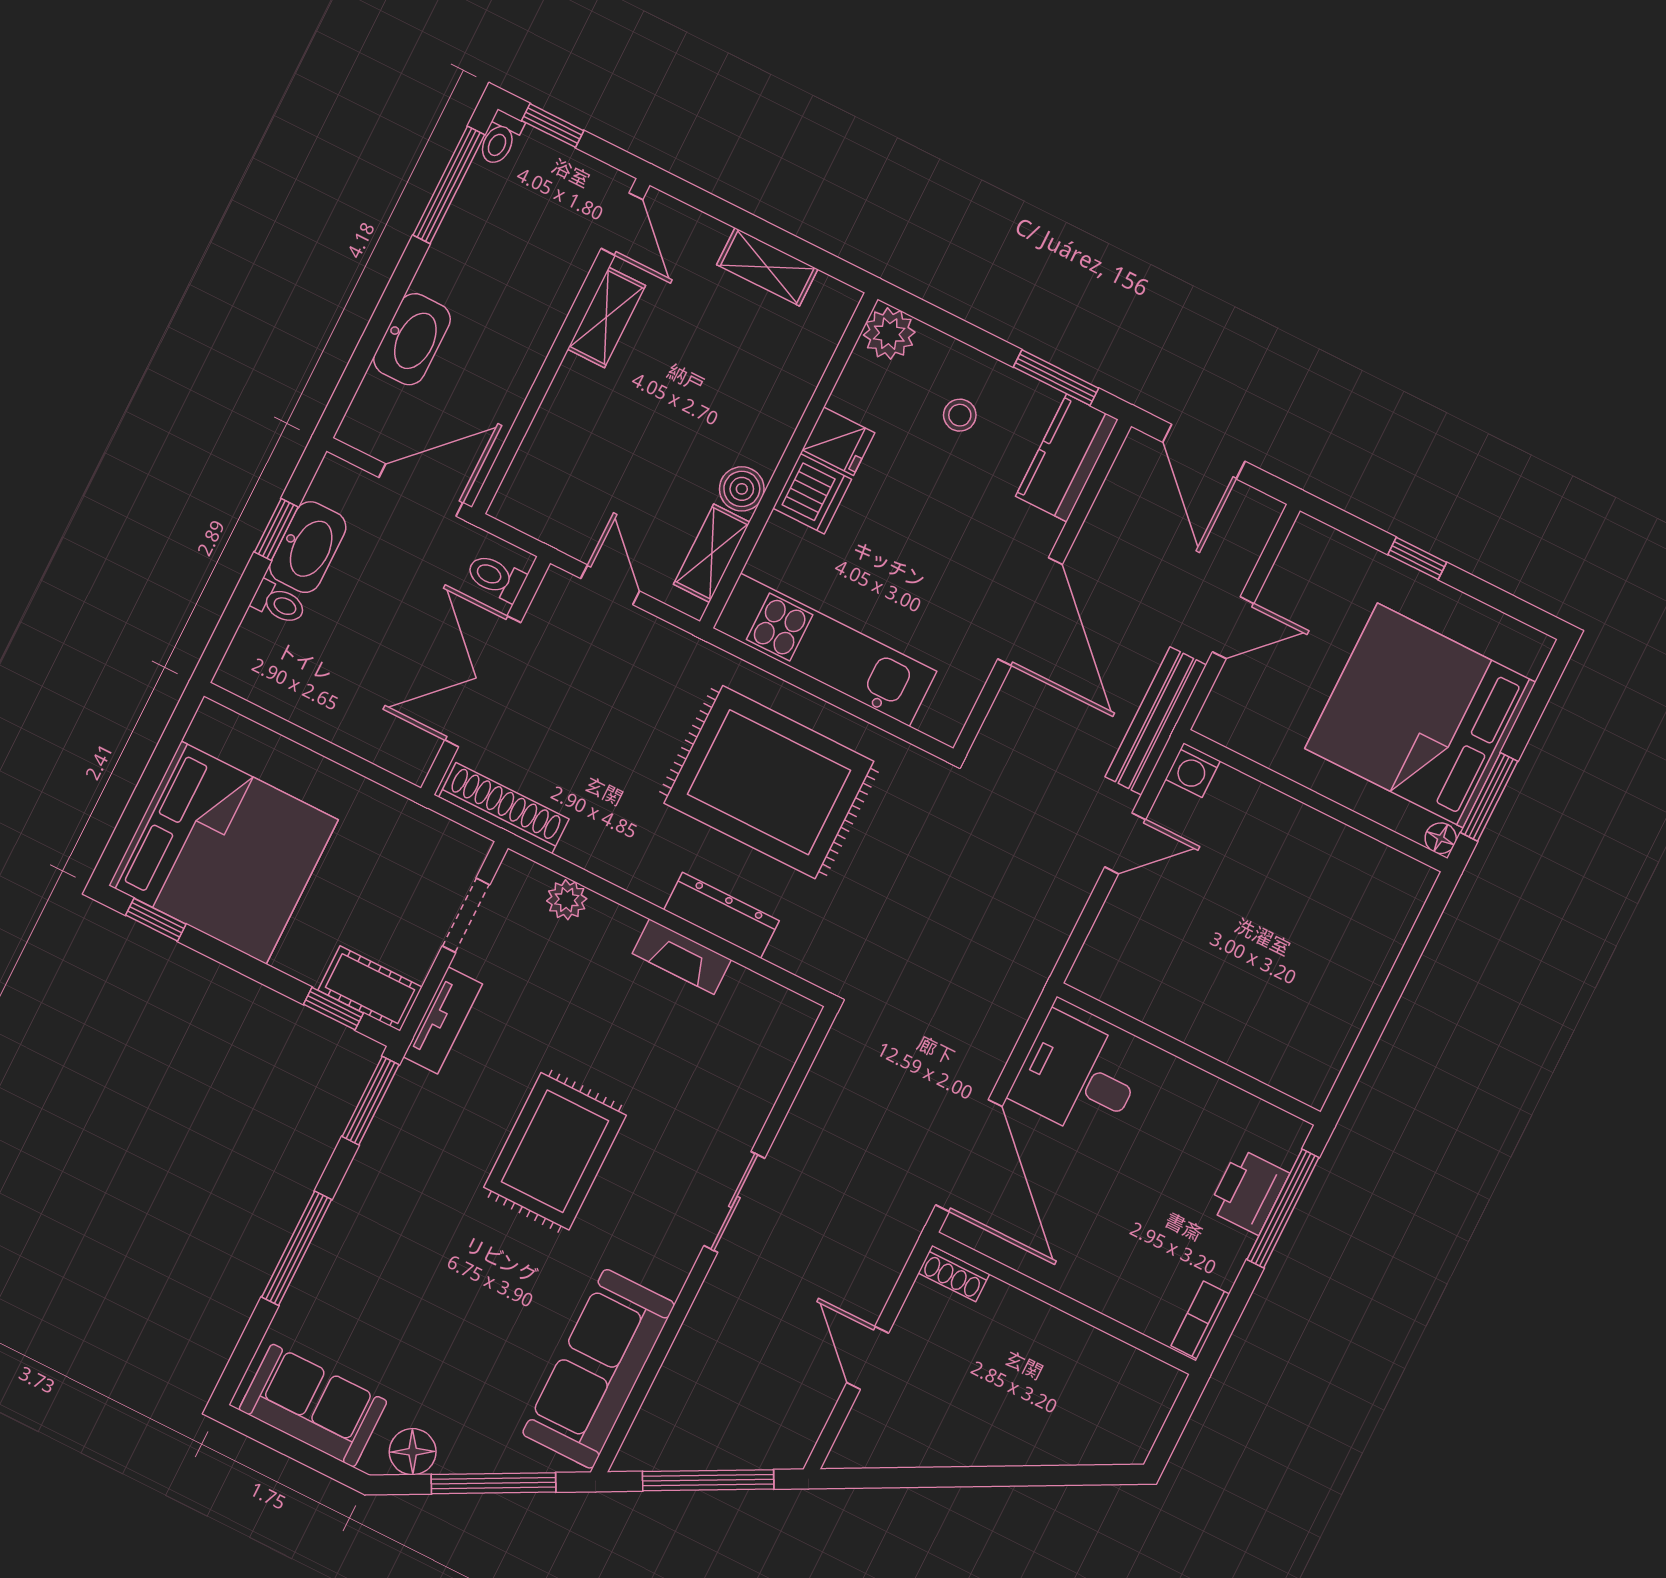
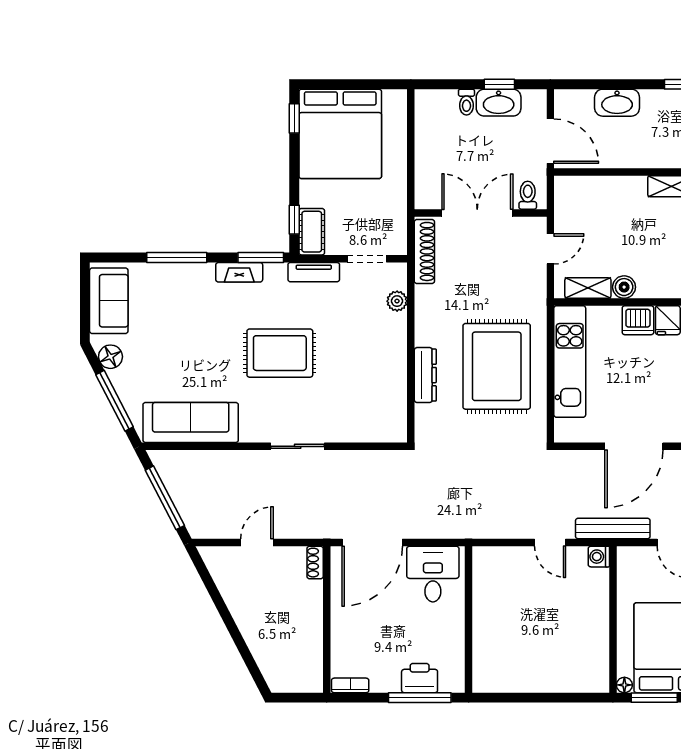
fireplace: (682, 957) -> (239, 272), moved, turned -90

